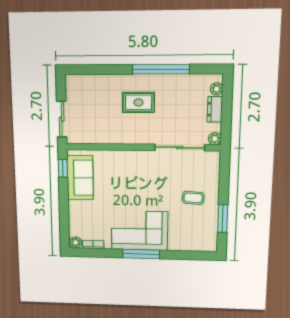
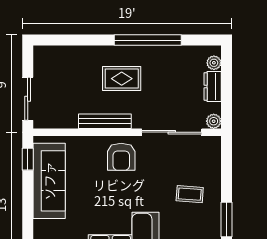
bench: (125, 138) -> (105, 121), added
armchair: (138, 167) -> (121, 157), added
sofa: (80, 178) -> (49, 181), width x1.36

